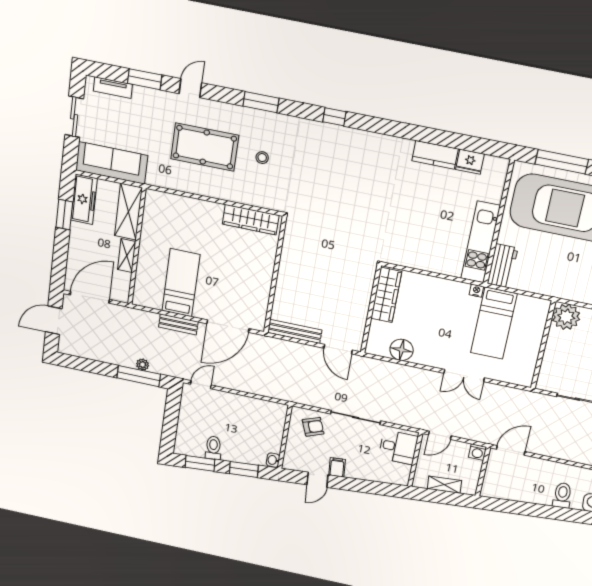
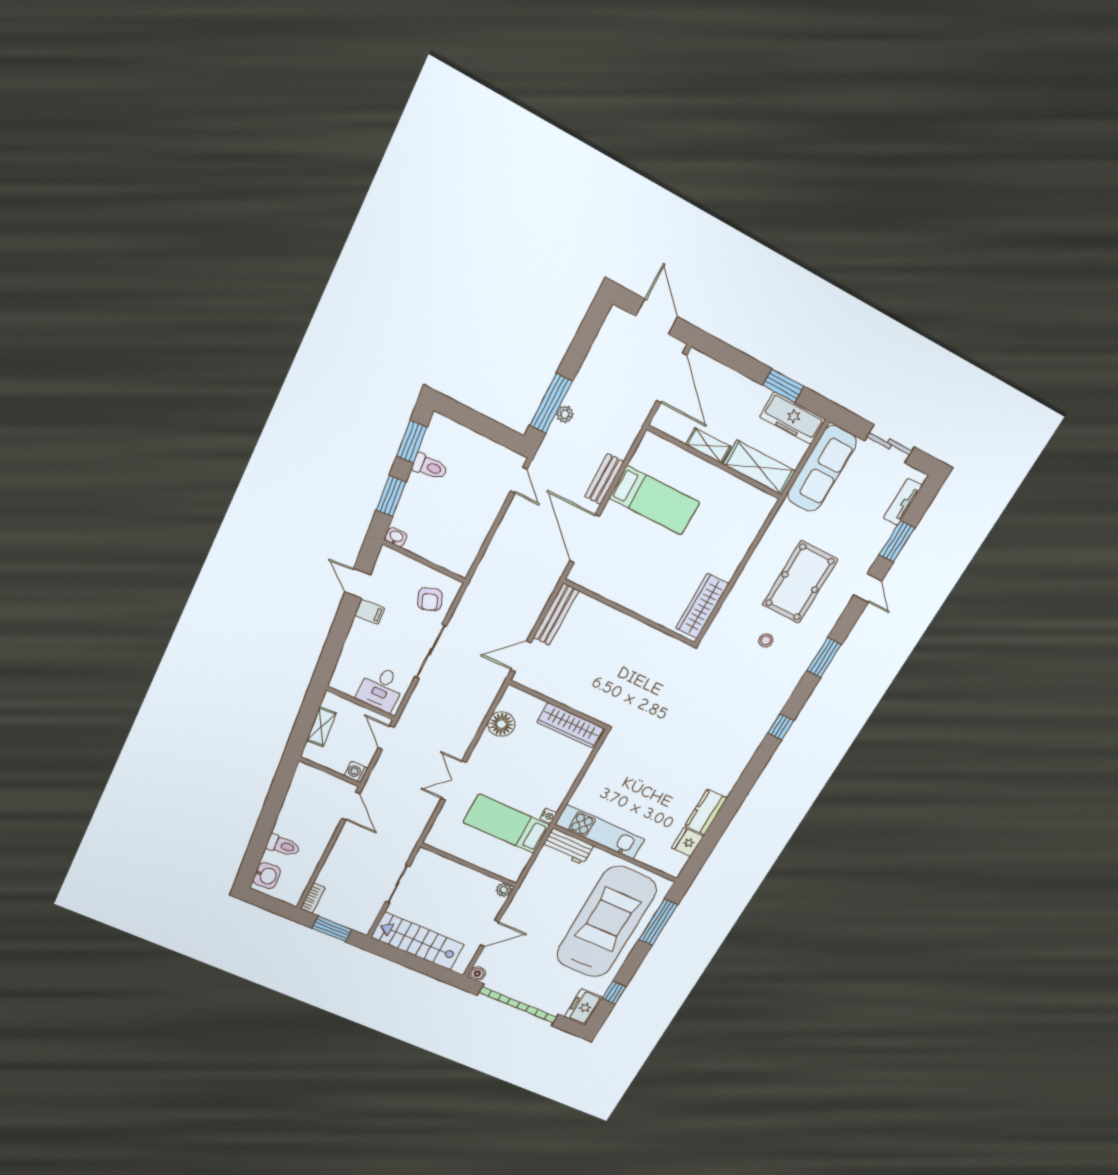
plant: (566, 317) -> (504, 890), width x0.53, depth x0.53

